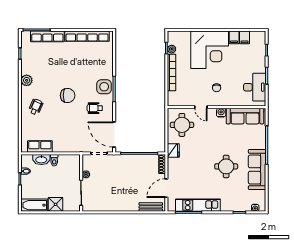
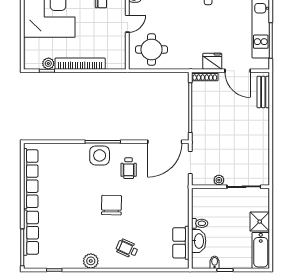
fridge: (173, 151) -> (212, 61), moved

